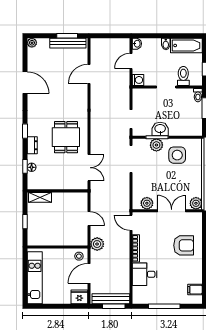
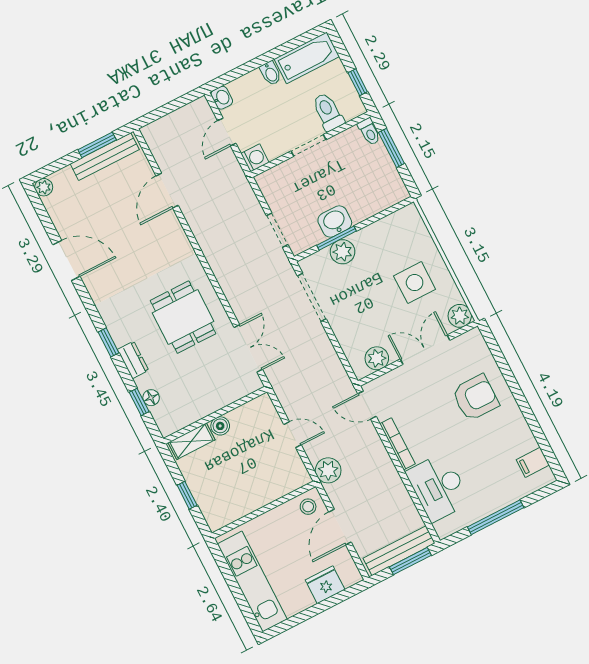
side table: (177, 155) -> (415, 283), moved
boiler: (57, 197) -> (220, 426), added
desk: (145, 274) -> (438, 487), width x1.37
fridge: (79, 297) -> (325, 585), moved

